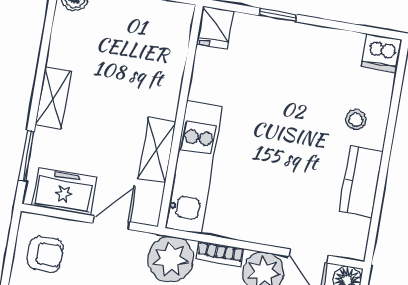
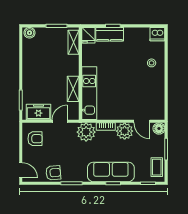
shelving: (53, 98) -> (73, 42), moved
kitchen counter: (361, 182) -> (110, 34), moved, turned -90

